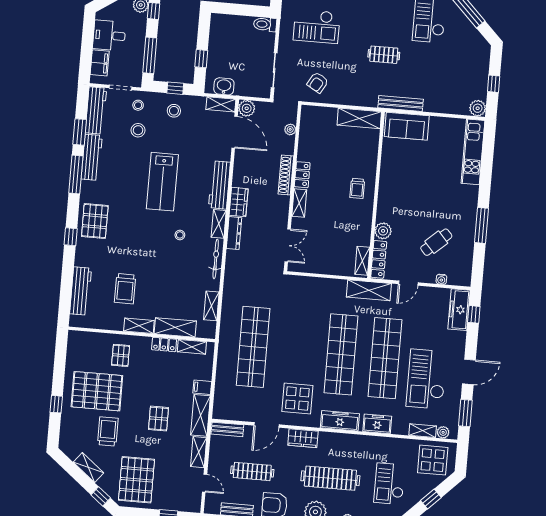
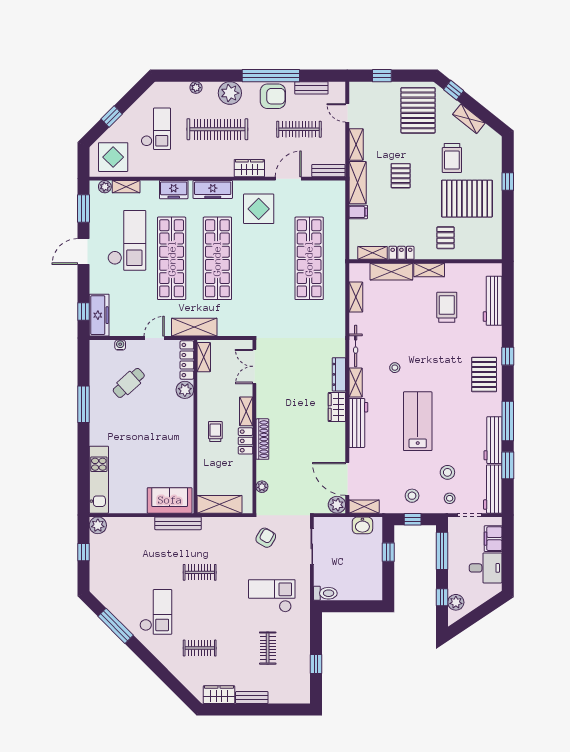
plant: (290, 129) -> (262, 487), moved
shoe rack: (286, 175) -> (262, 439), moved
locker: (302, 175) -> (245, 441), moved
wall: (293, 188) -> (254, 427), moved
shelving: (299, 203) -> (246, 411), moved
double door: (288, 245) -> (254, 366), moved

